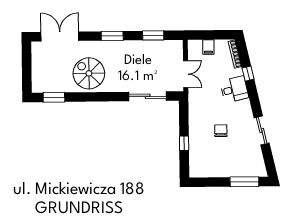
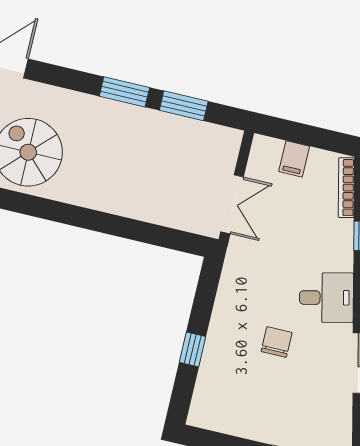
window: (112, 36) -> (124, 92), moved
desk: (234, 89) -> (326, 298), moved
sliding door: (148, 96) -> (140, 231), removed

